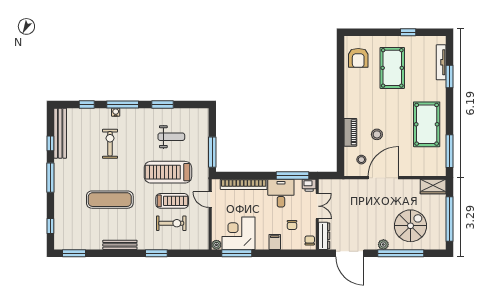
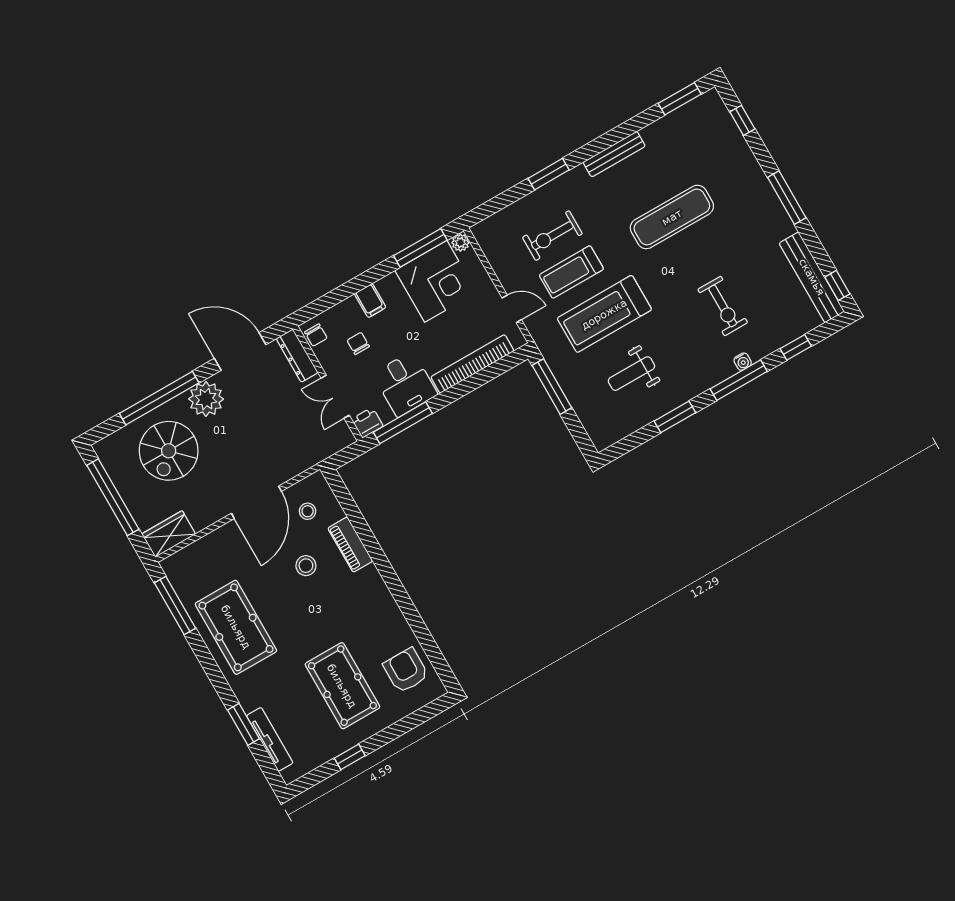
window: (50, 143) -> (837, 285), moved
treadmill: (168, 172) -> (604, 314), turned 180
plant: (383, 245) -> (206, 399), width x1.88, depth x1.88

